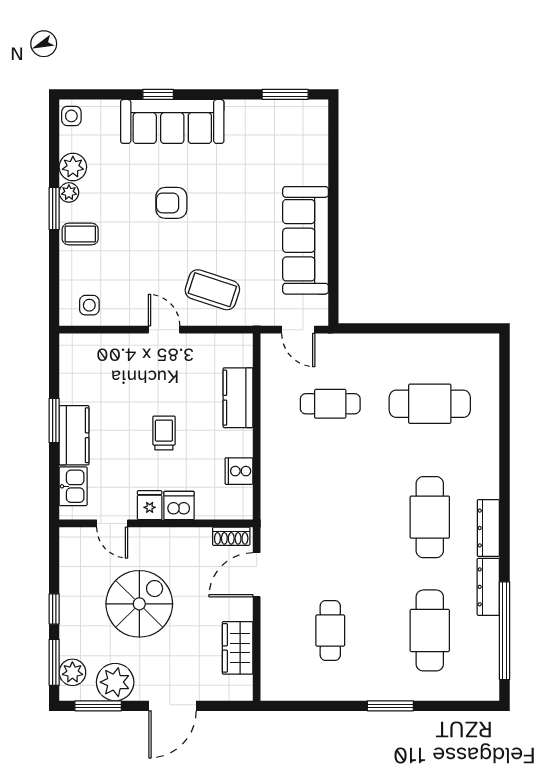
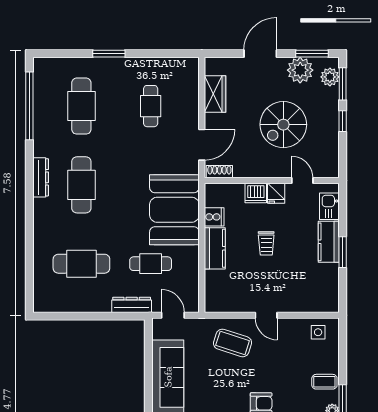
kitchen counter: (238, 398) -> (215, 248), moved
booth: (296, 481) -> (174, 210), added
dresser: (488, 587) -> (132, 305), moved, turned -90

